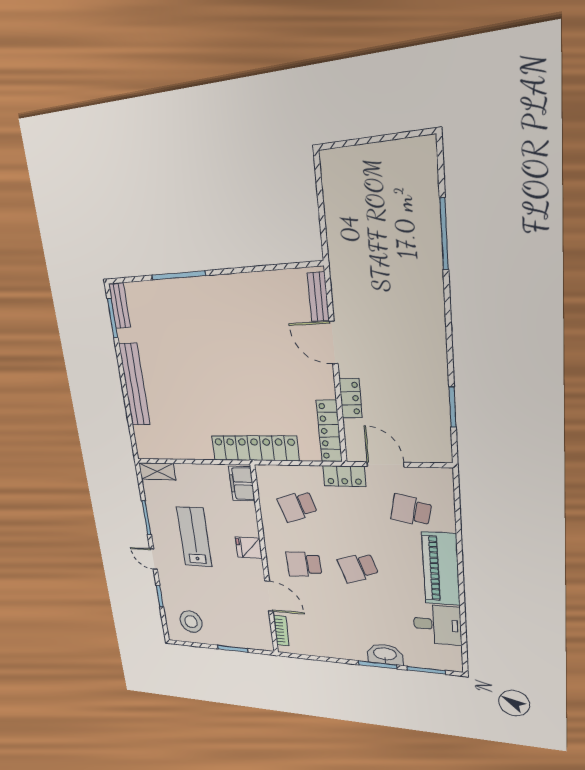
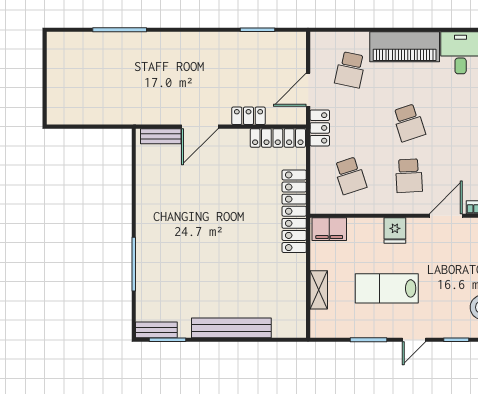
shelving: (157, 471) -> (319, 290), moved

